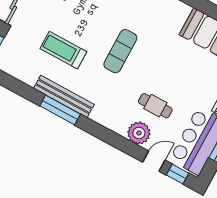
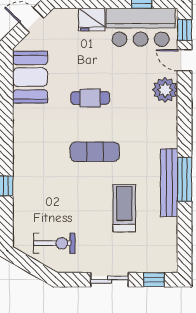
treadmill: (63, 50) -> (124, 208), turned 180
cafe table: (155, 106) -> (90, 98), moved, turned 90

